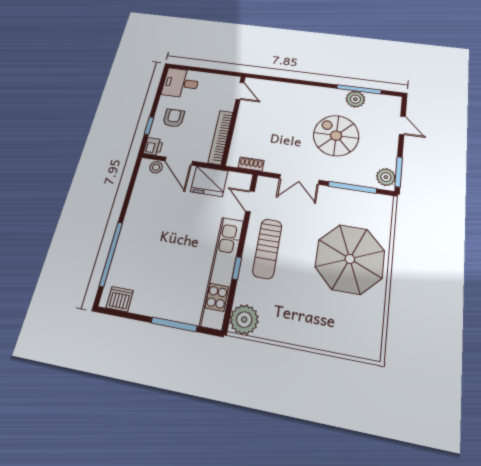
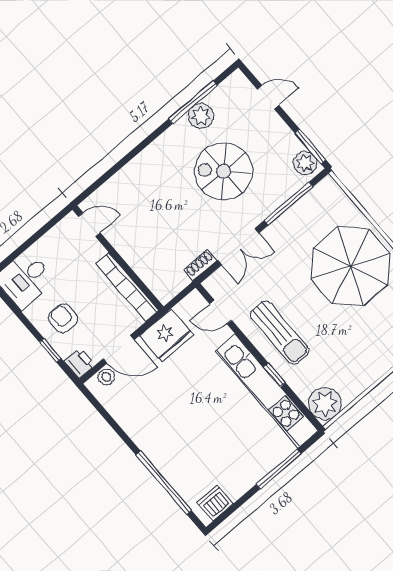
shoe rack: (251, 164) -> (200, 265), moved

